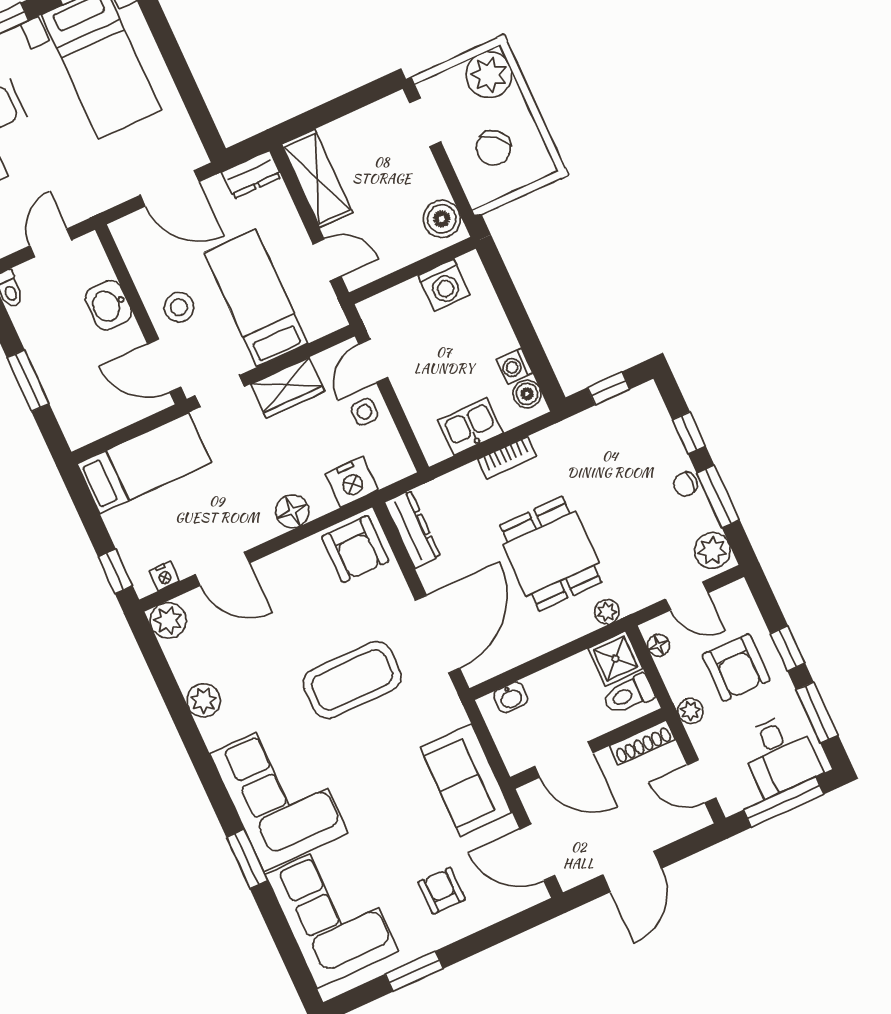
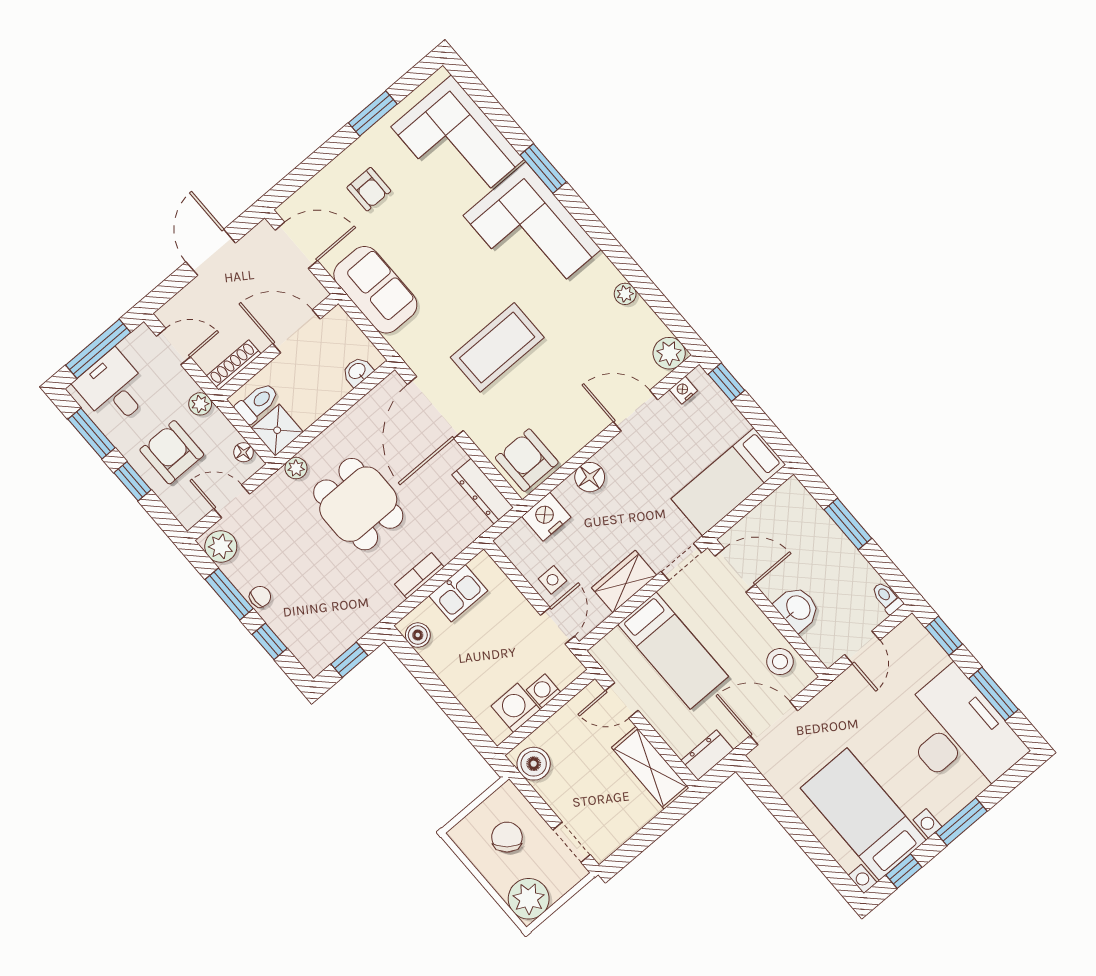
stool: (179, 307) -> (780, 662), moved
washing machine: (515, 366) -> (543, 691), moved, turned -90
plant: (203, 700) -> (625, 294), width x0.73, depth x0.73

